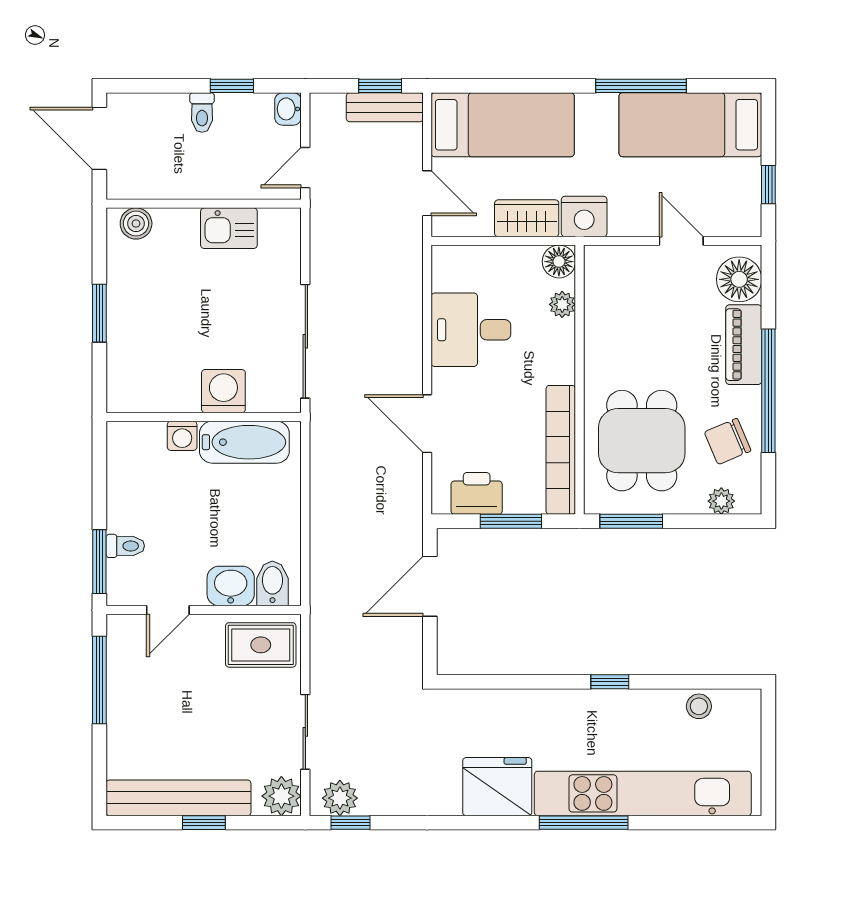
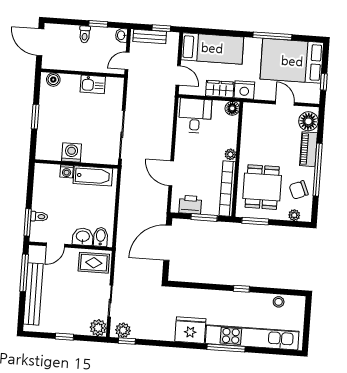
bench: (385, 107) -> (150, 37), moved
bed: (690, 125) -> (292, 61), width x1.50
plant: (562, 304) -> (230, 154), moved
desk: (471, 330) -> (195, 116), moved, turned 90
washing machine: (223, 391) -> (71, 153), moved
door: (430, 586) -> (168, 243), width x1.36
bench: (179, 798) -> (33, 294), moved, turned 90

